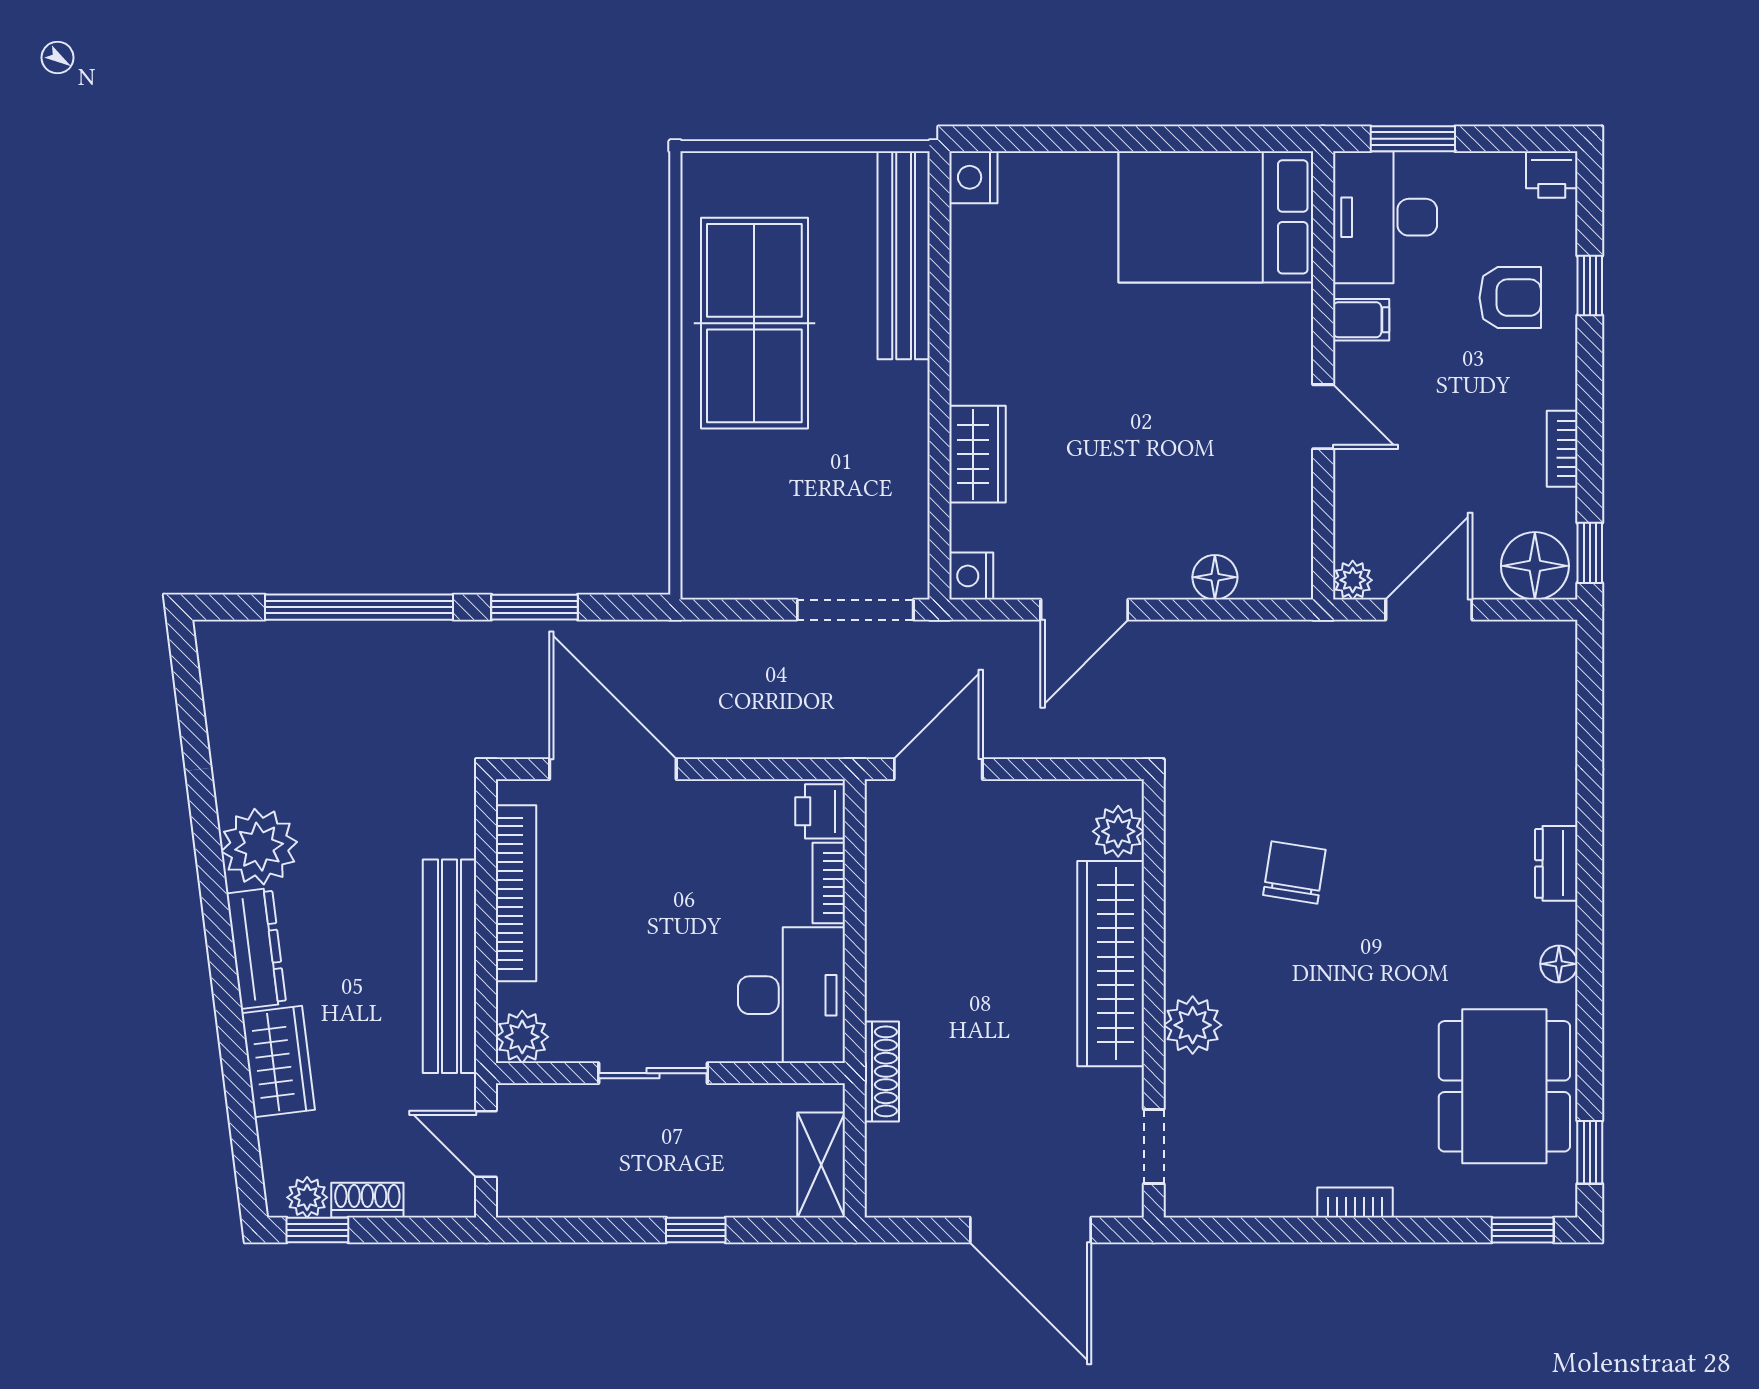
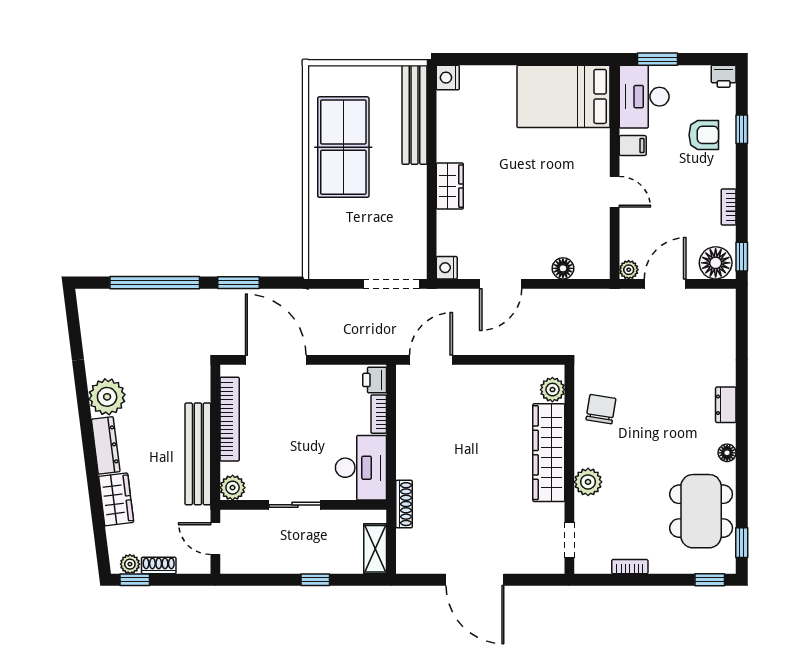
wardrobe: (978, 454) -> (450, 186), moved
plant: (1118, 831) -> (552, 390), moved
wardrobe: (1111, 964) -> (549, 453), moved
wall: (1154, 998) -> (569, 469), moved
plant: (1193, 1025) -> (588, 482), moved
doorway: (1154, 1147) -> (569, 540), moved

